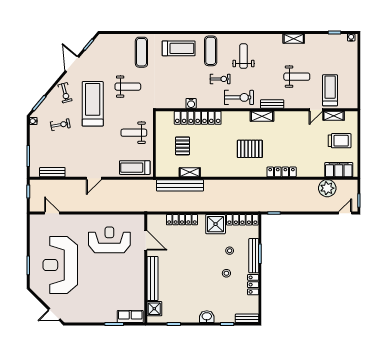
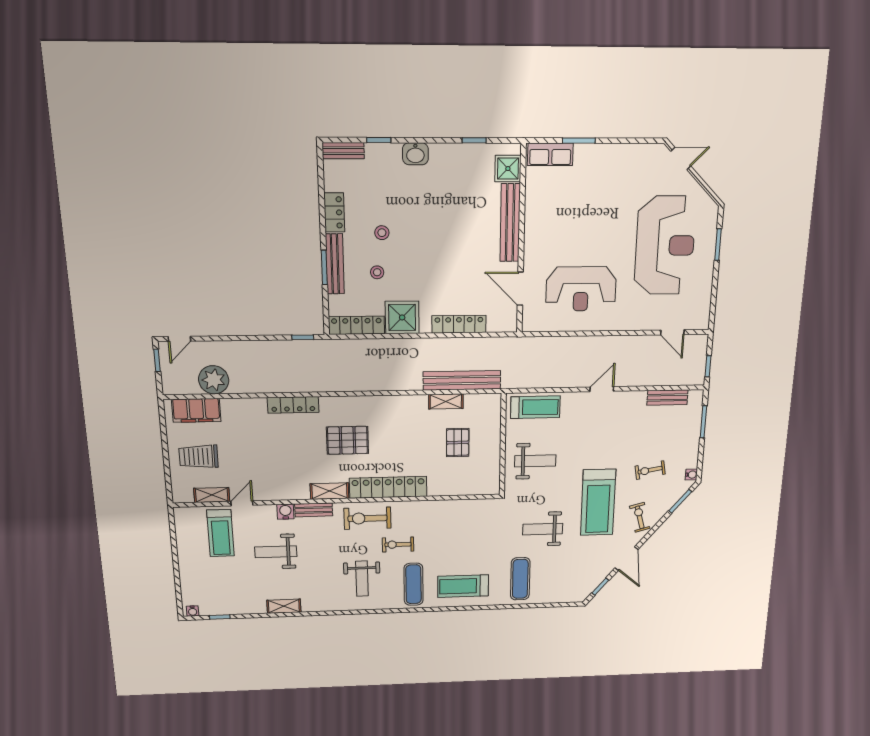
water cooler: (191, 103) -> (285, 512), moved
locker: (198, 118) -> (388, 487), moved

